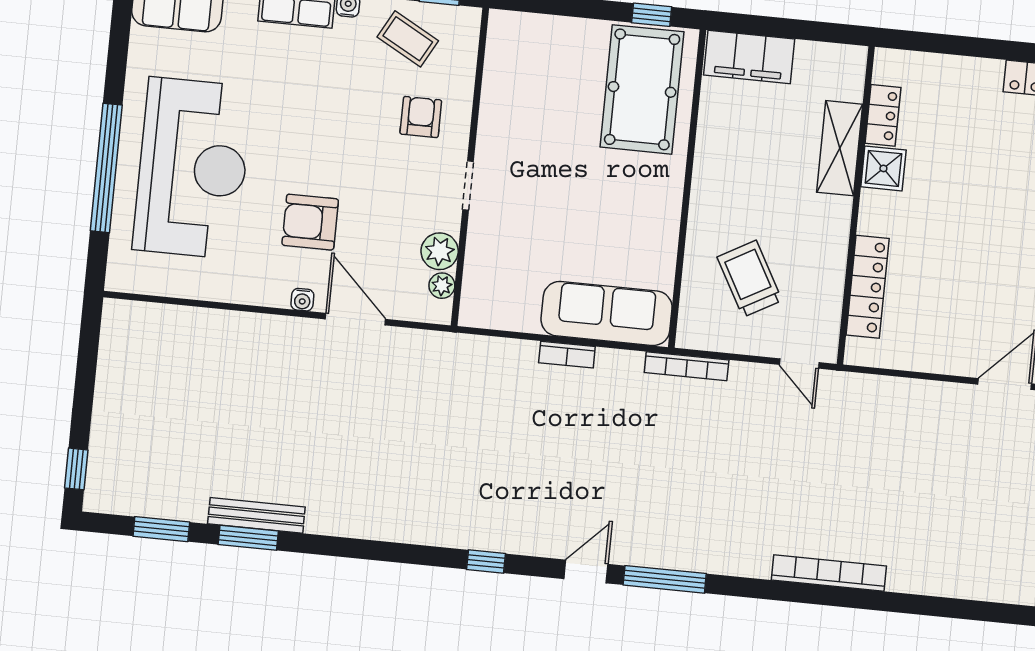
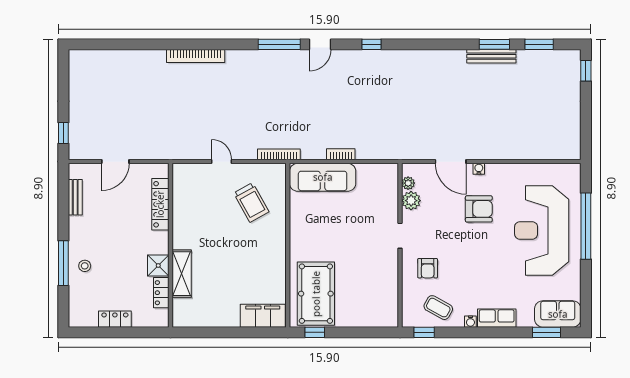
locker: (883, 115) -> (161, 293), moved
shelving: (840, 148) -> (182, 274), moved
shower: (883, 168) -> (158, 266), moved
wall: (856, 205) -> (171, 245), moved
locker: (868, 287) -> (160, 204), moved

